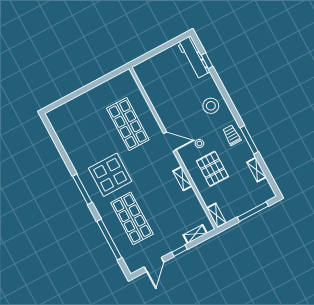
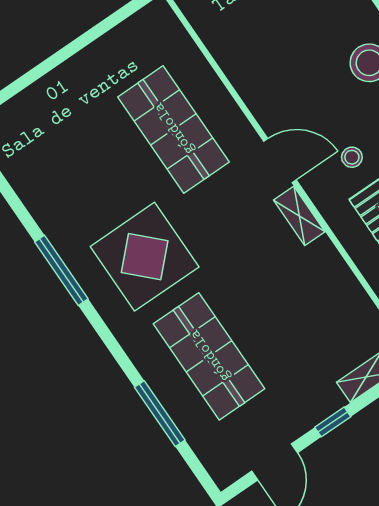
shelving: (182, 179) -> (299, 216), moved
window: (82, 189) -> (61, 270), moved
window: (109, 239) -> (160, 414), width x0.68

